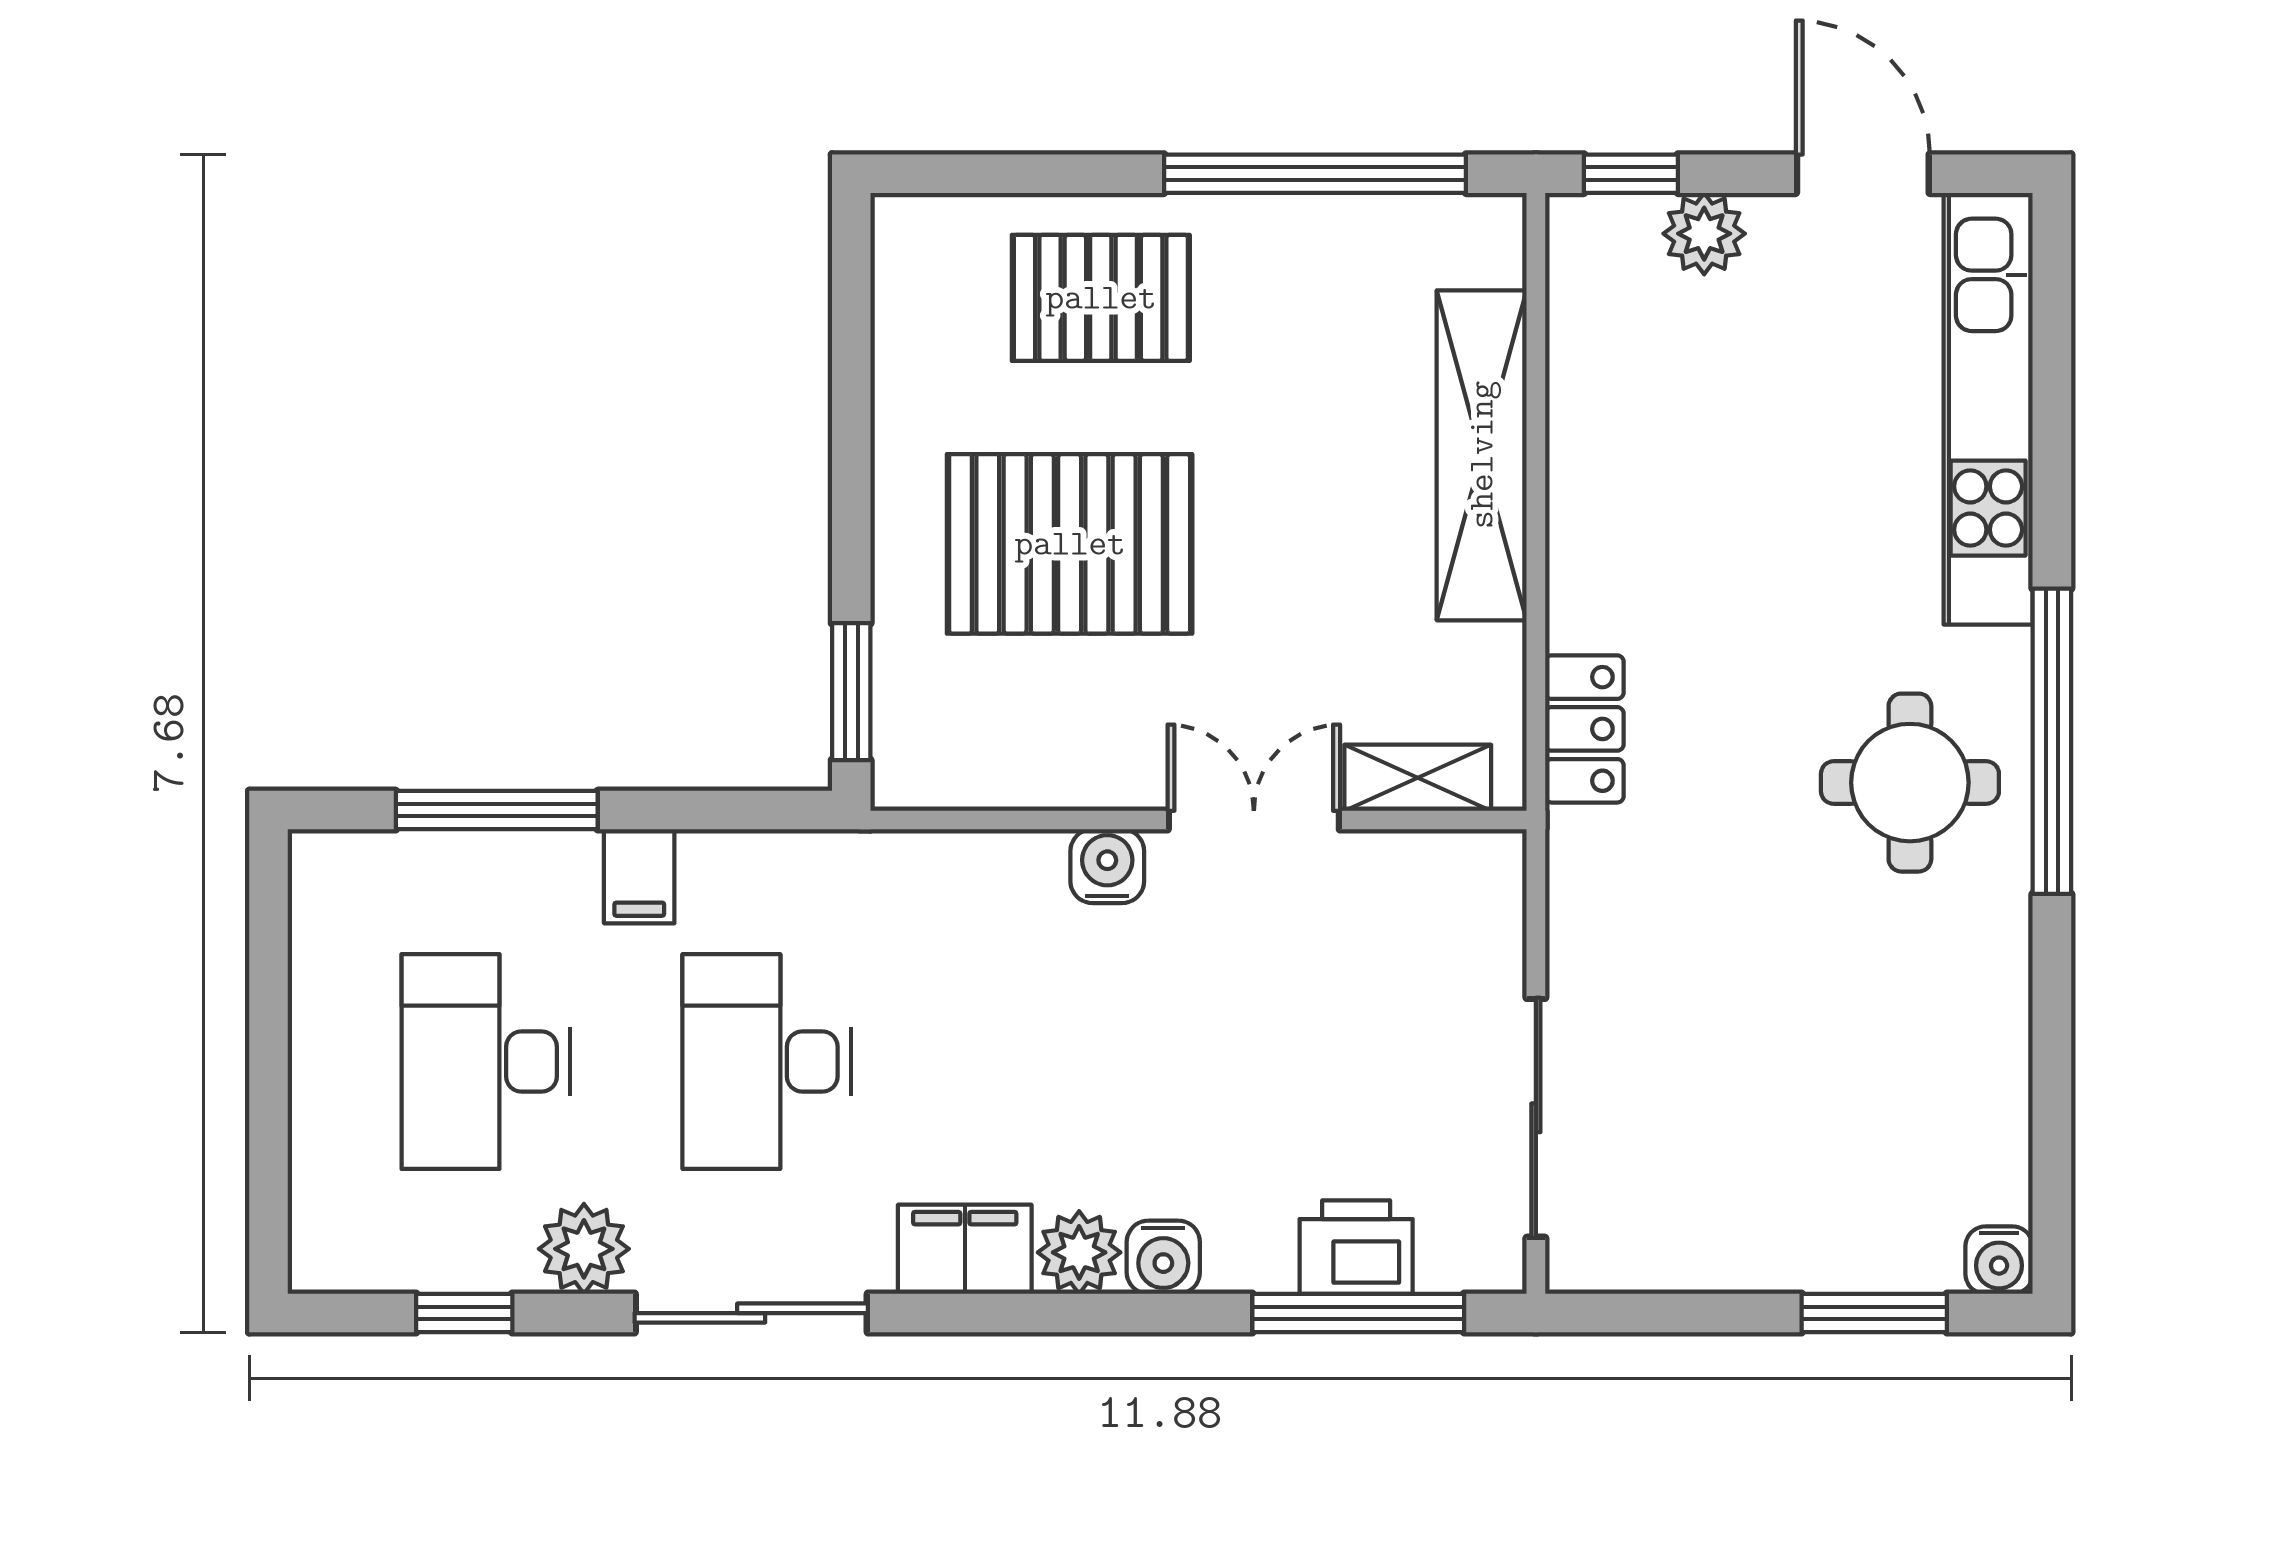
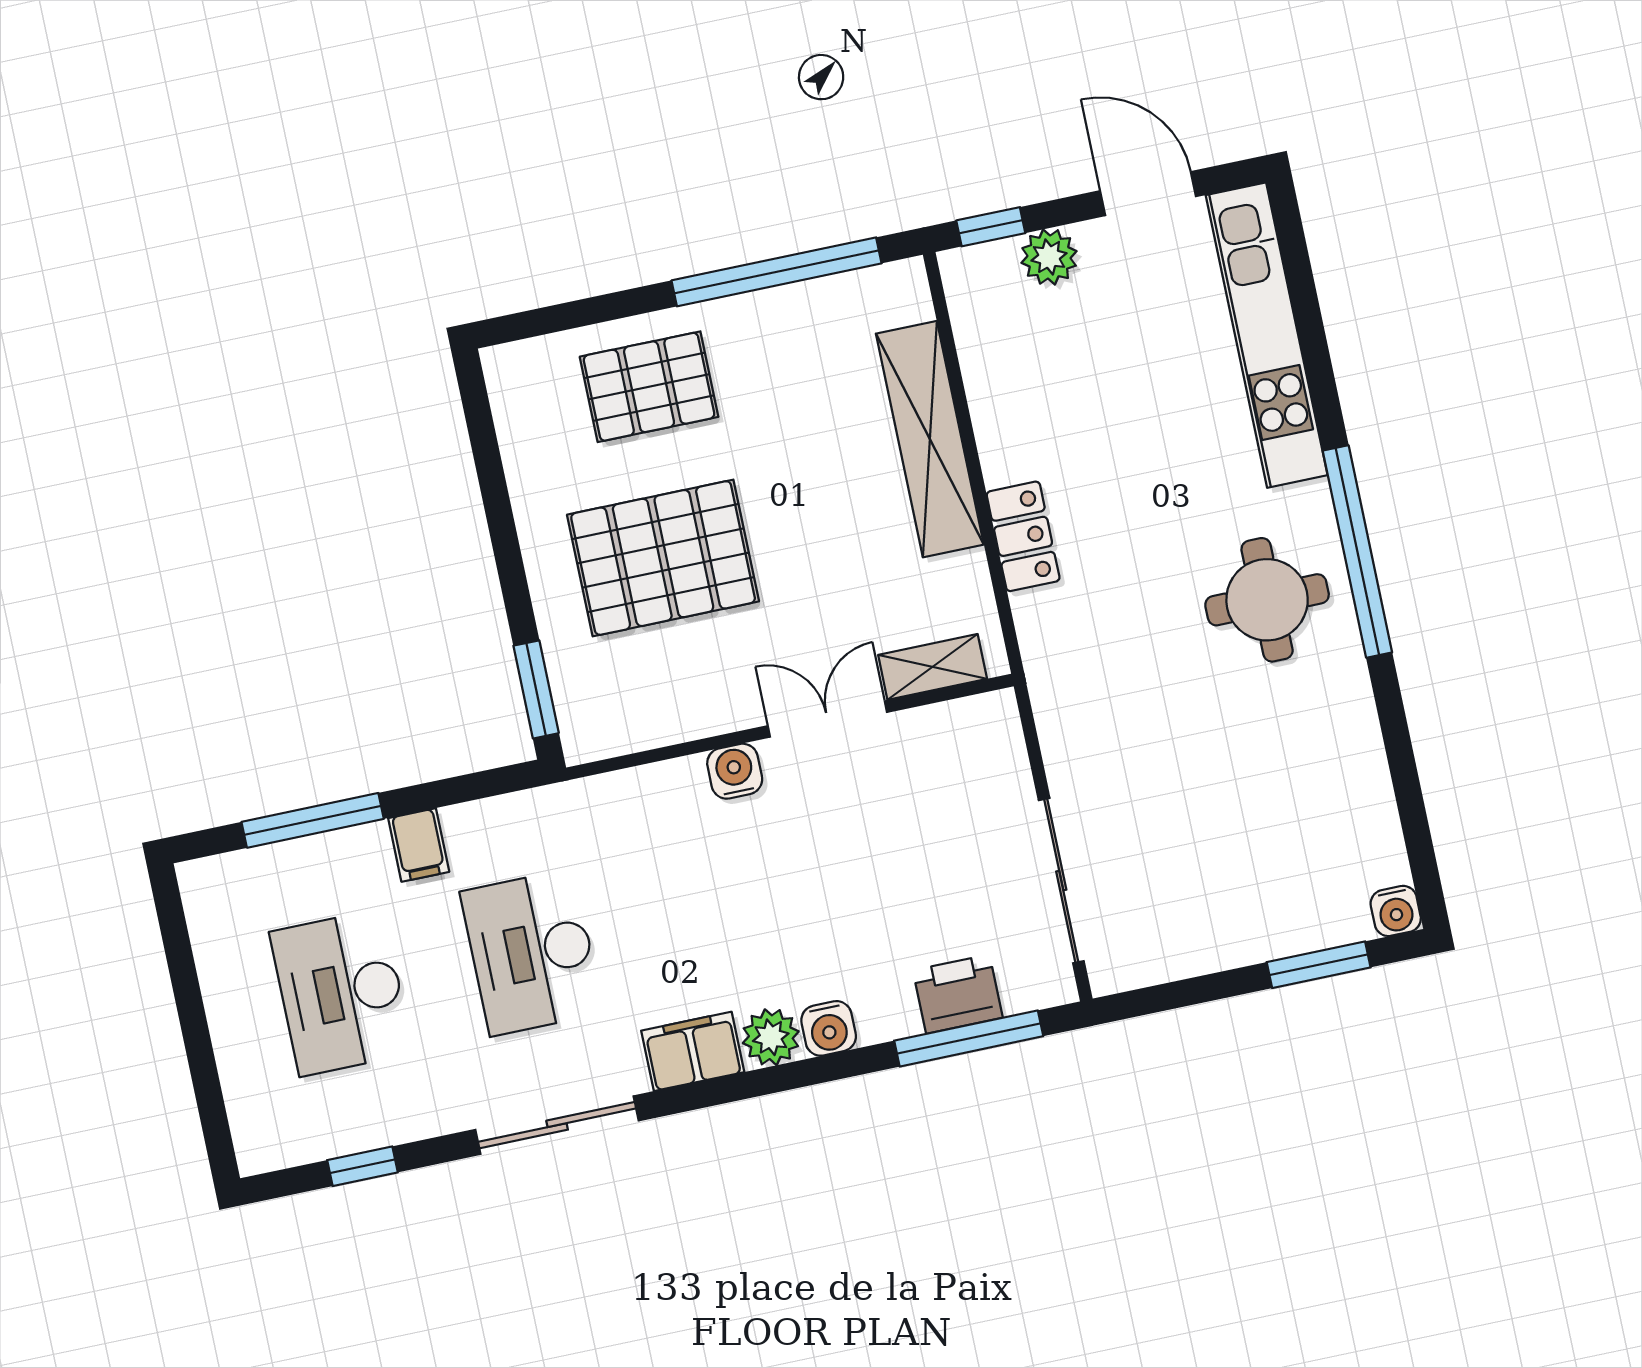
locker: (1584, 729) -> (1023, 536), moved
plant: (584, 1249) -> (434, 1106), removed

